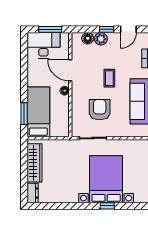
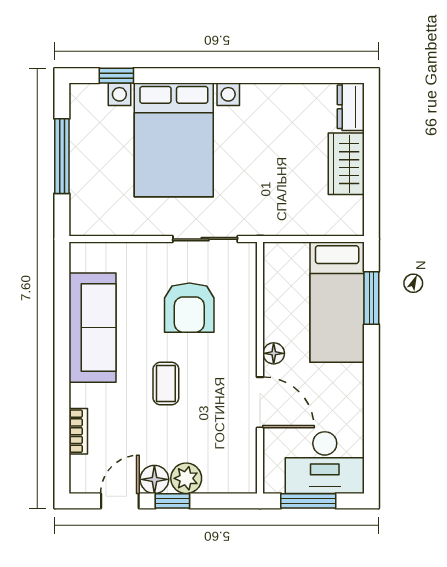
floor lamp: (88, 38) -> (154, 479), moved
wardrobe: (34, 163) -> (346, 164), width x0.67
window: (107, 206) -> (116, 76), moved

